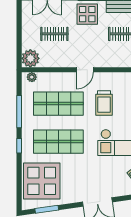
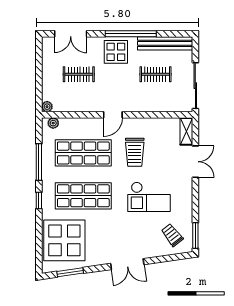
plant: (30, 58) -> (47, 107), width x0.53, depth x0.53

